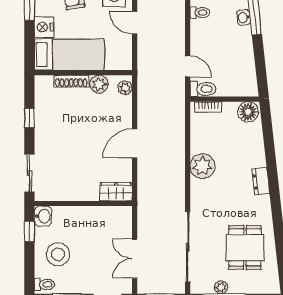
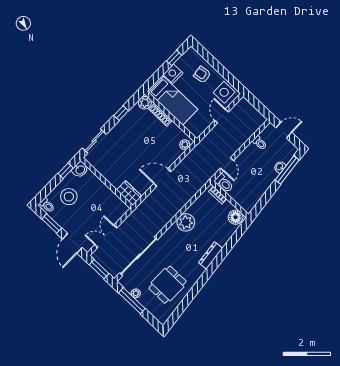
plant: (99, 84) -> (145, 103), moved
dresser: (261, 181) -> (211, 255), width x1.44

